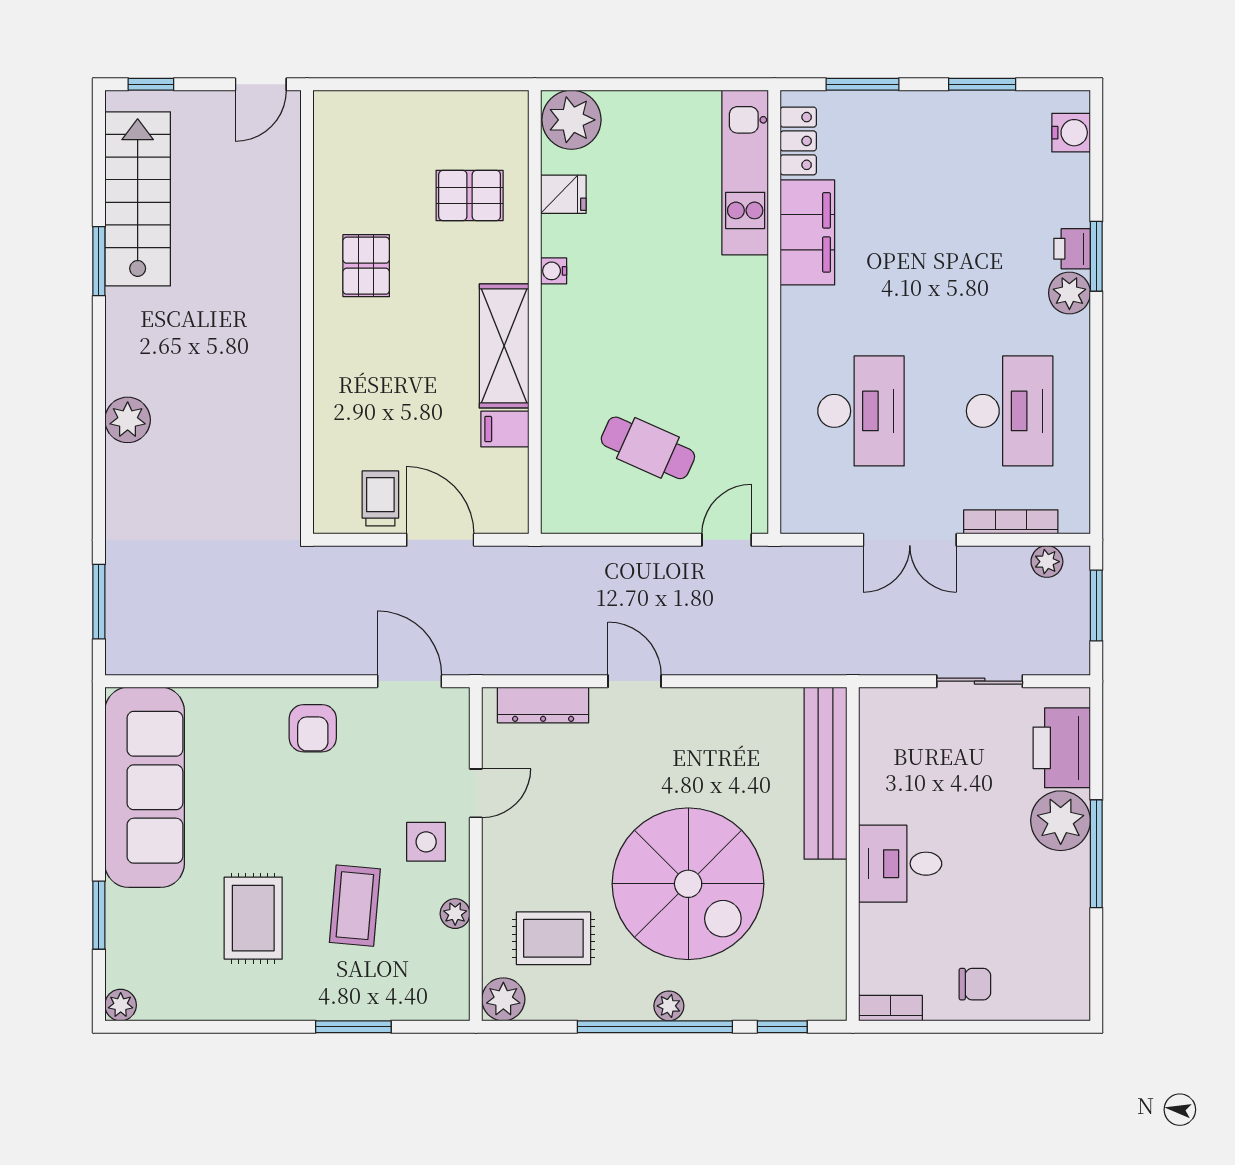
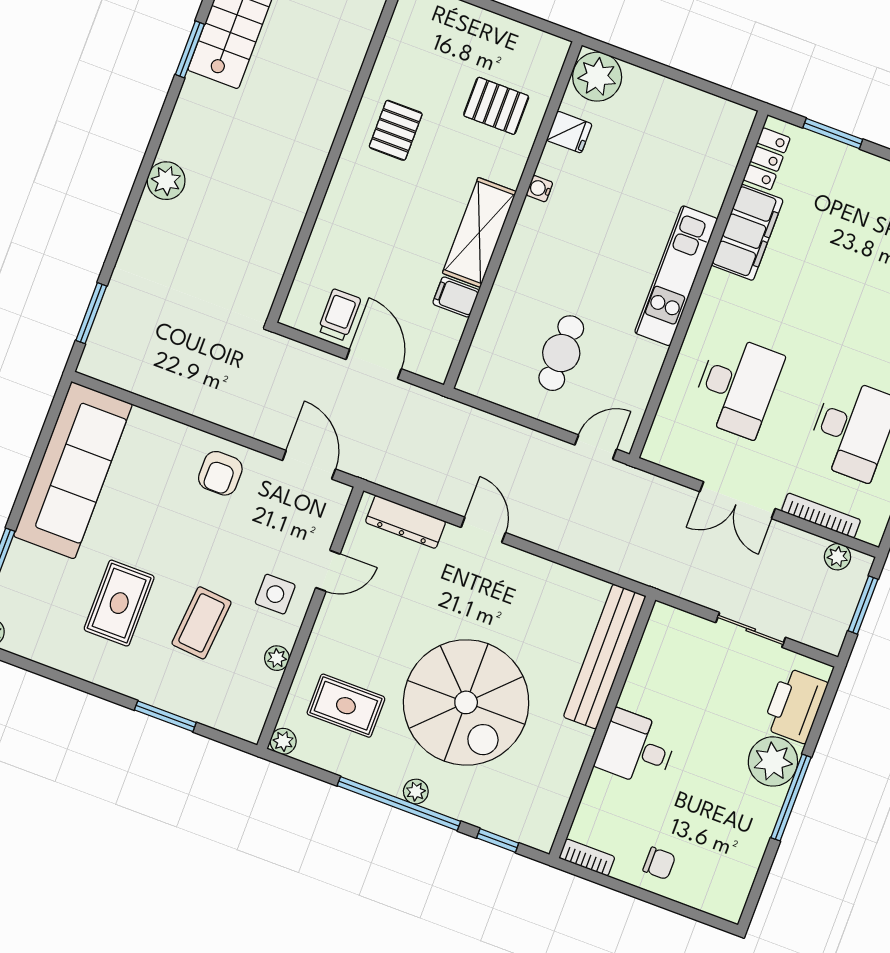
kitchen unit: (745, 173) -> (676, 276), moved
cafe table: (648, 448) -> (561, 353), turned 66
plant: (503, 999) -> (283, 741), width x0.73, depth x0.73

